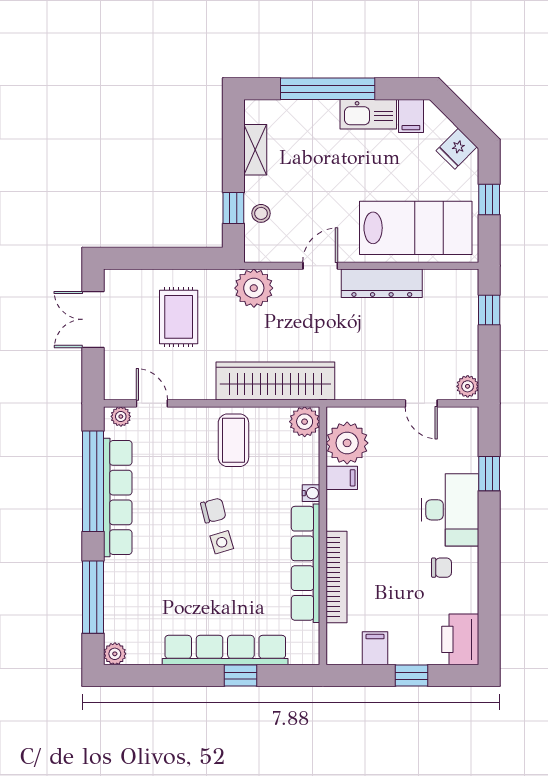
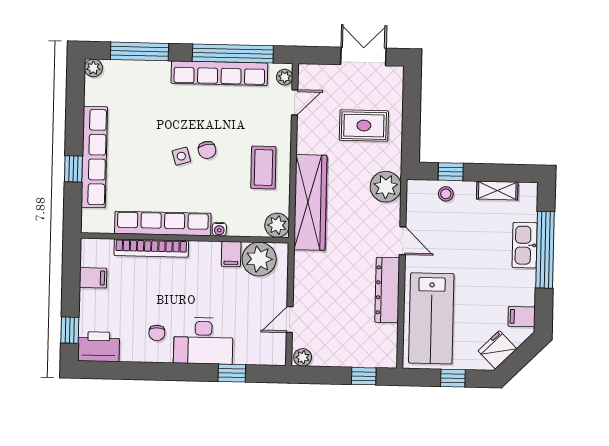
kitchen sink: (368, 114) -> (525, 245), moved
fridge: (457, 149) -> (497, 350), width x1.38
coffee table: (233, 440) -> (263, 167), turned 90
window: (411, 676) -> (70, 330), moved

